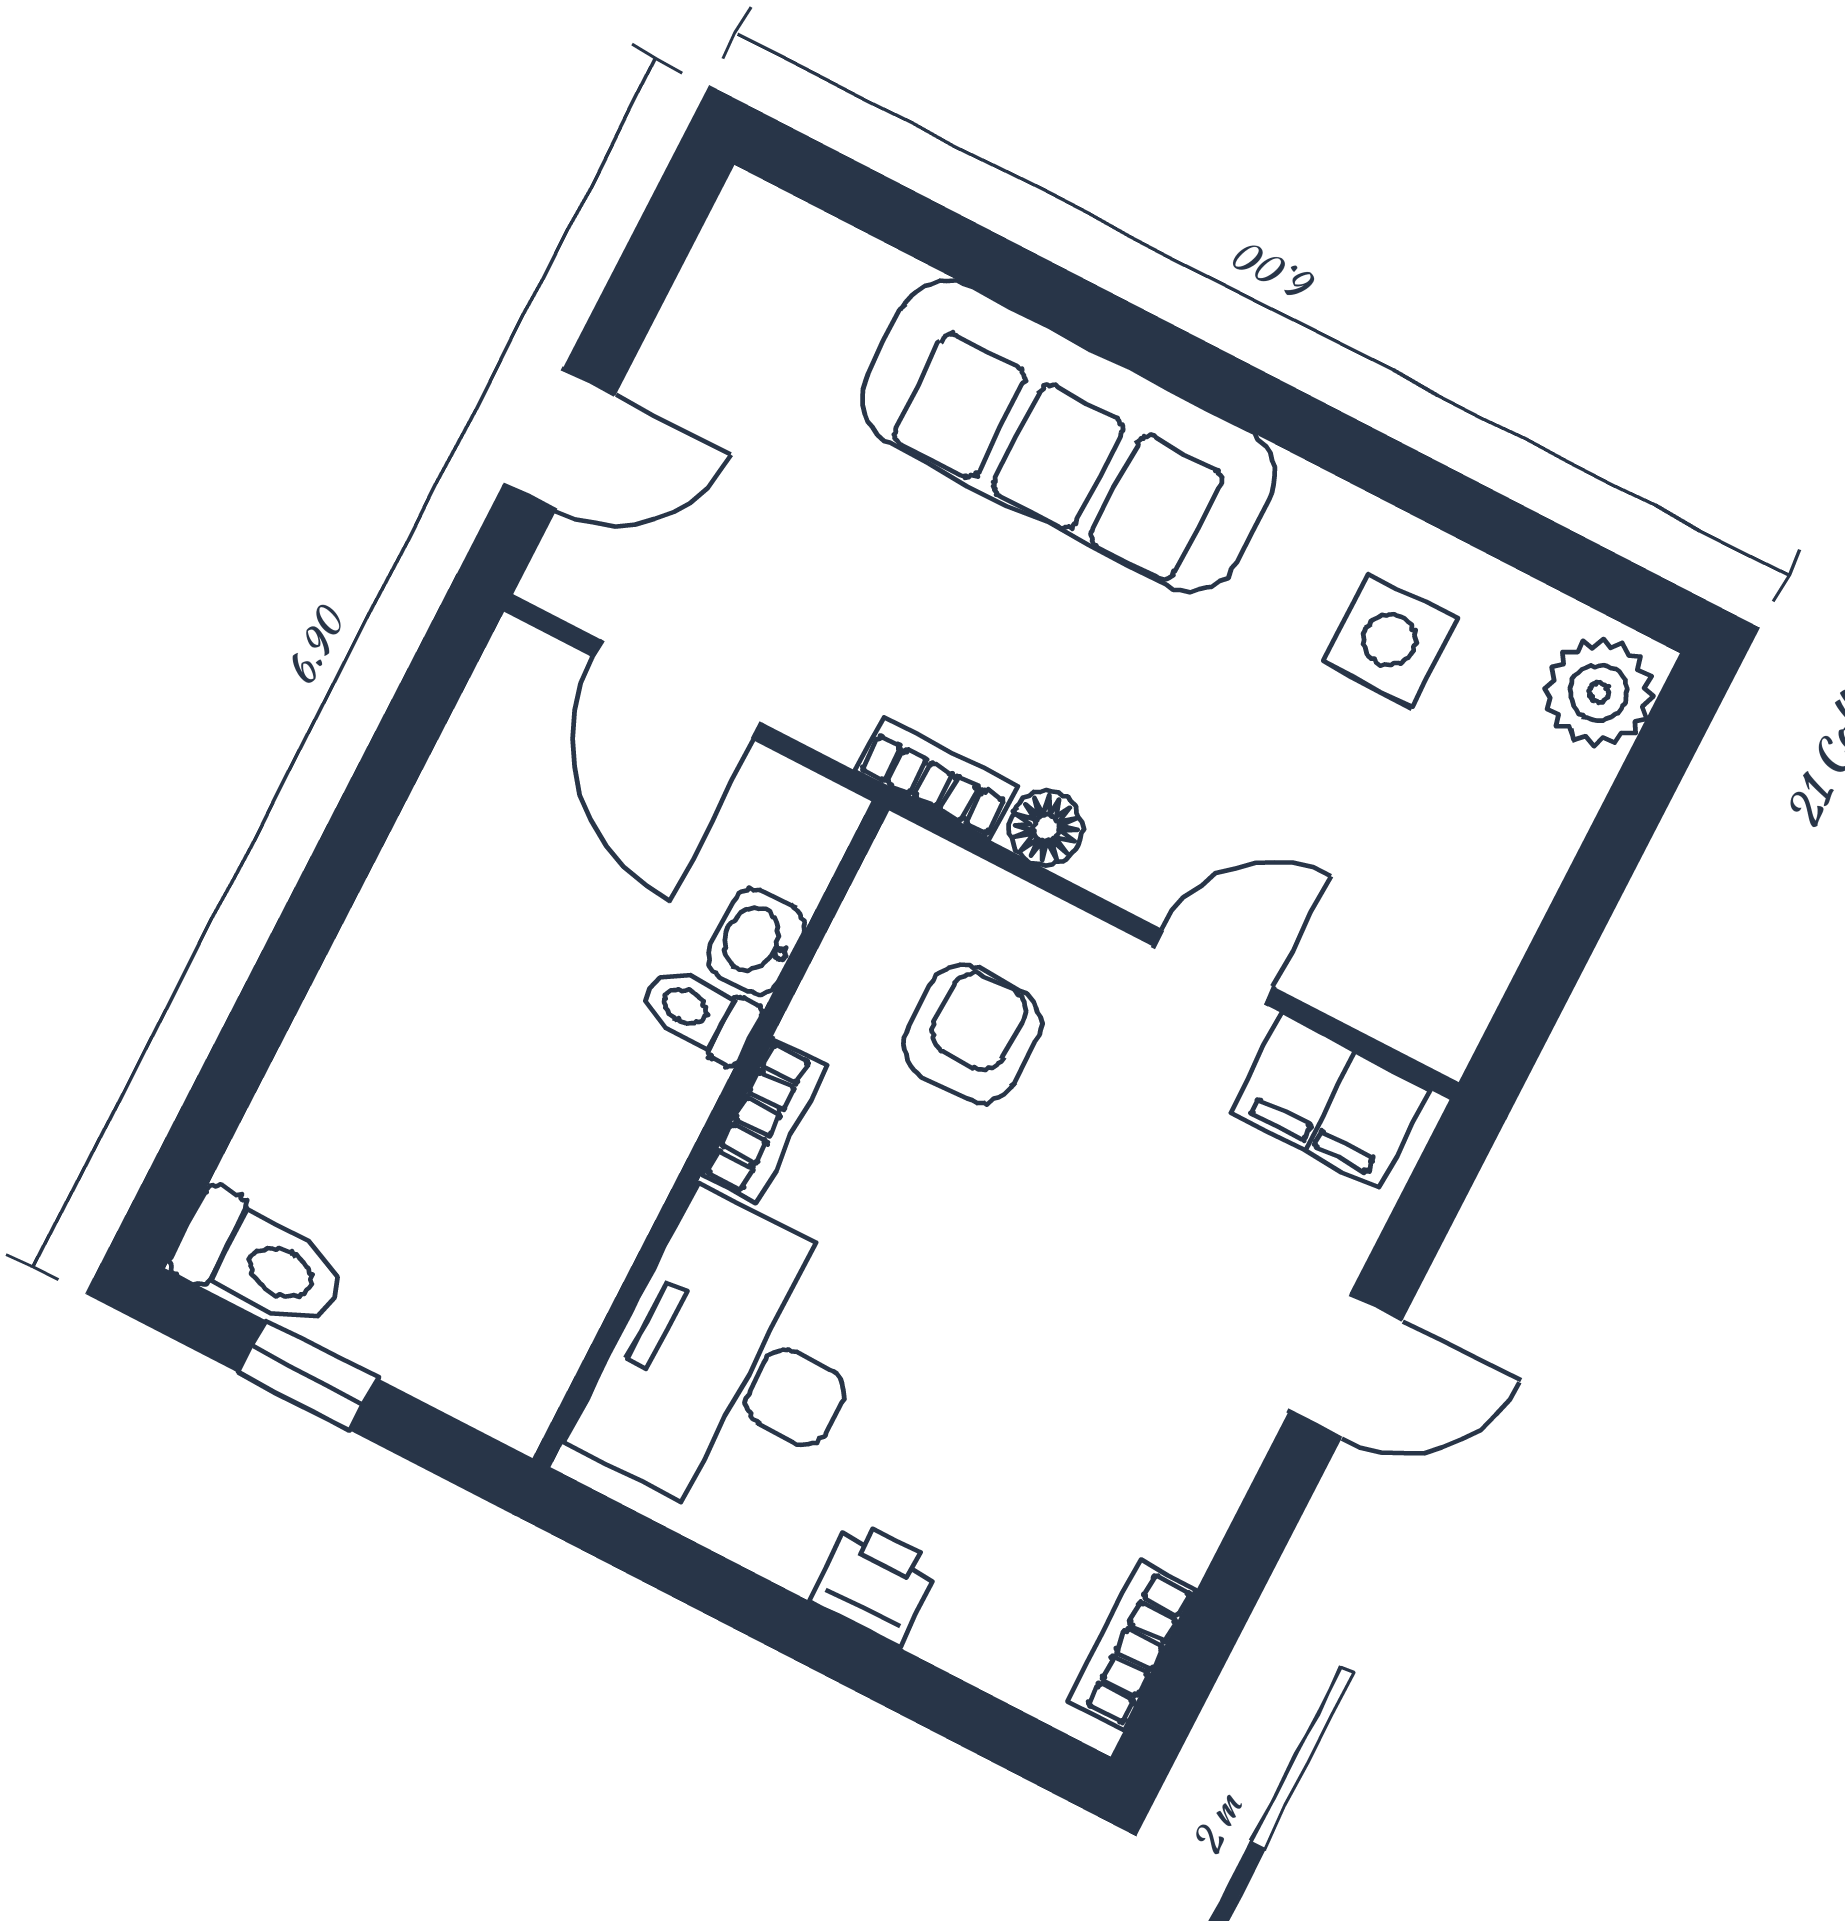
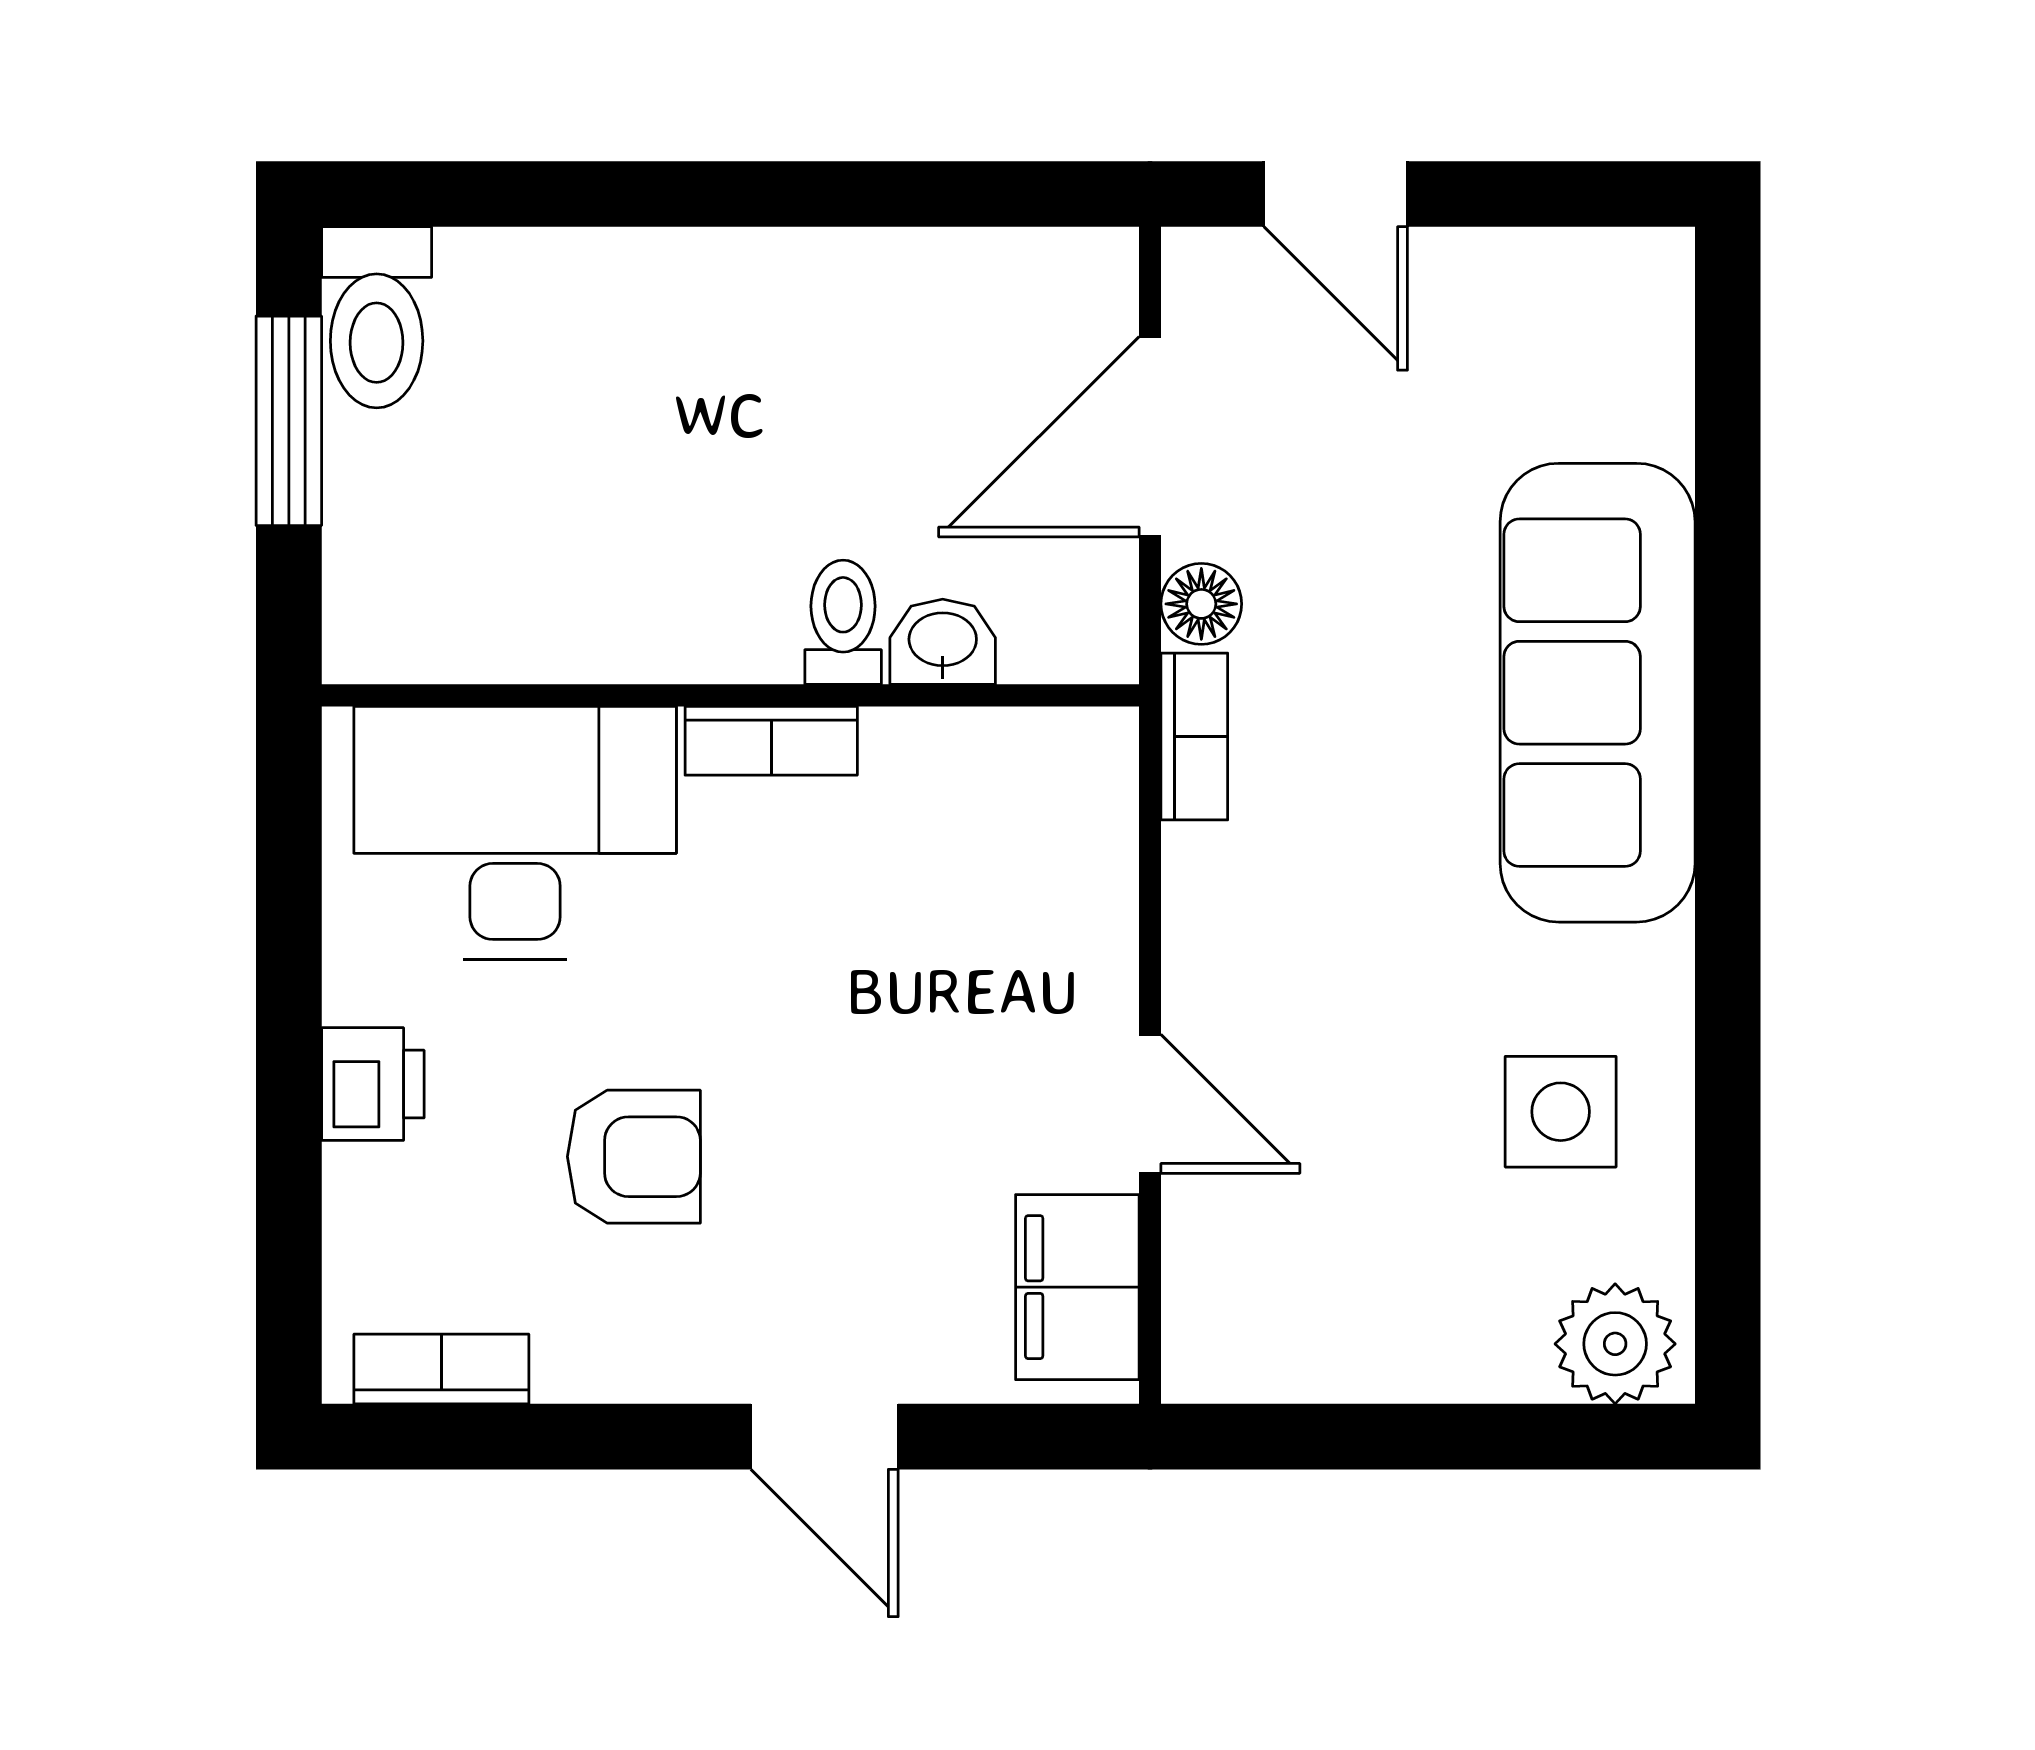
floor lamp: (1046, 828) -> (1201, 604), moved
armchair: (972, 1034) -> (634, 1157), moved
window: (307, 1375) -> (289, 421), width x1.50

